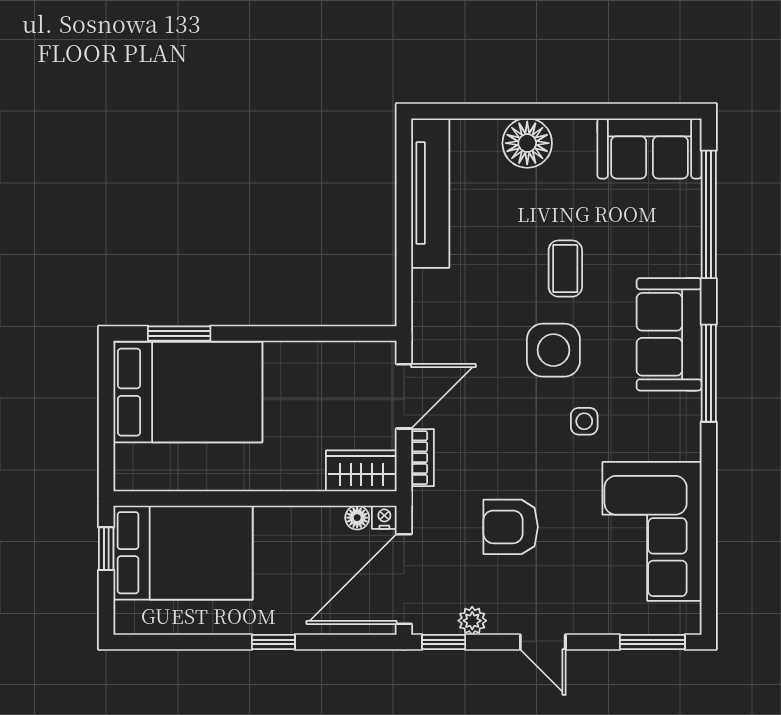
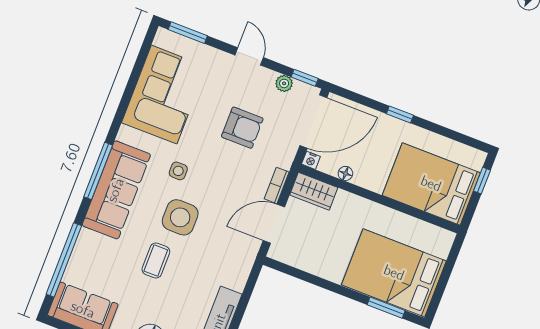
sofa: (669, 334) -> (116, 190), width x1.36
floor lamp: (357, 518) -> (345, 173), moved
window: (106, 549) -> (482, 181), moved

